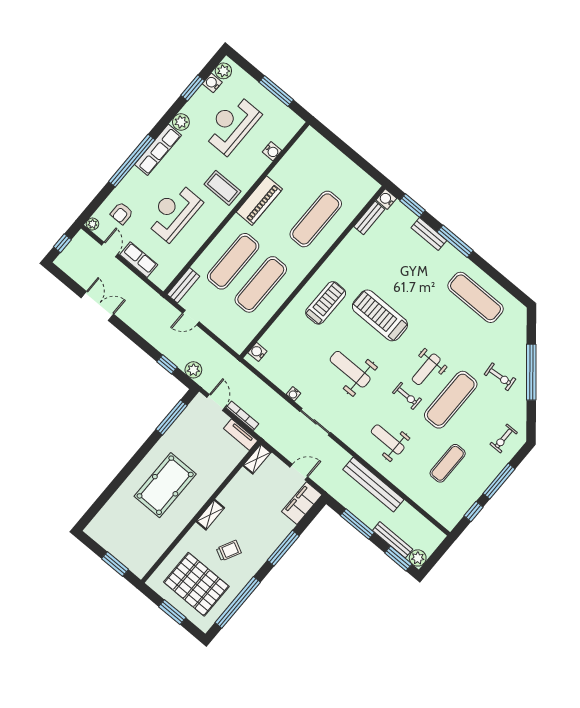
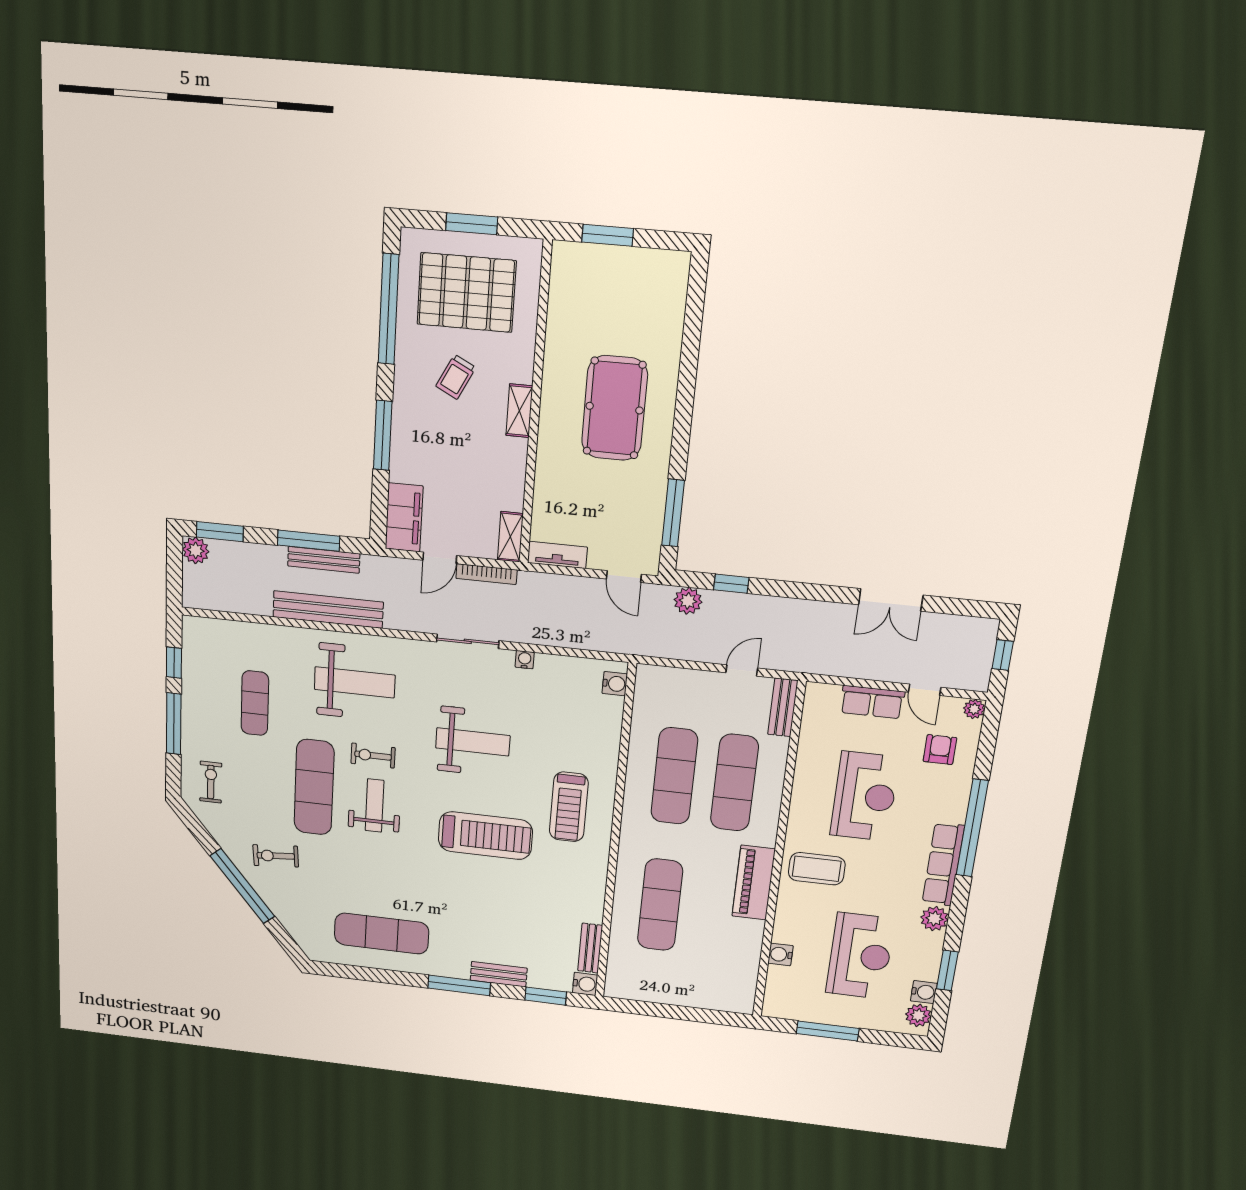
bookcase: (242, 416) -> (486, 574), moved
weight bench: (388, 439) -> (355, 682), width x1.36, depth x1.33
bench: (393, 540) -> (324, 560), moved

